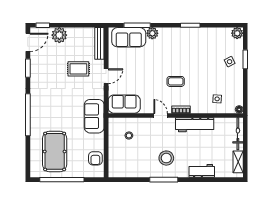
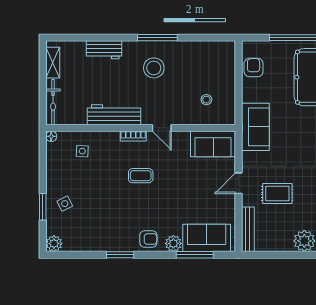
armchair: (170, 36) -> (148, 239), added

